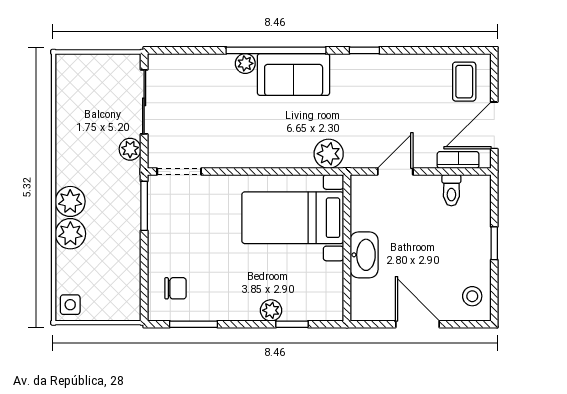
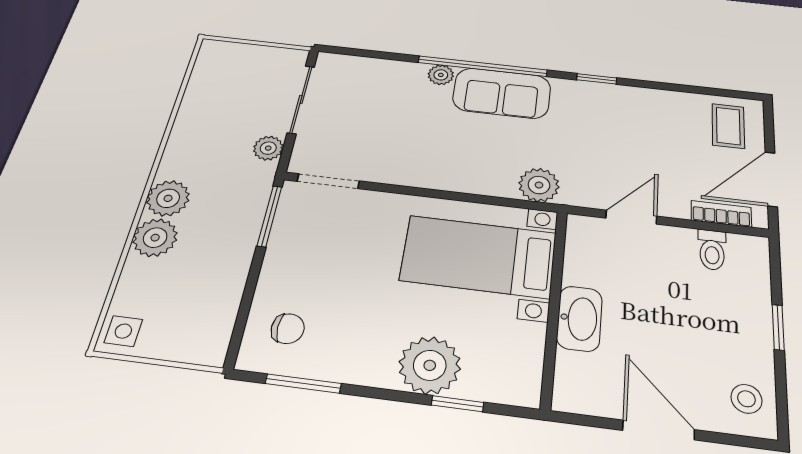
plant: (271, 310) -> (430, 365), width x1.87, depth x1.87

